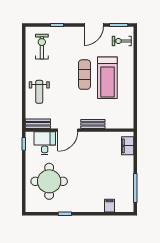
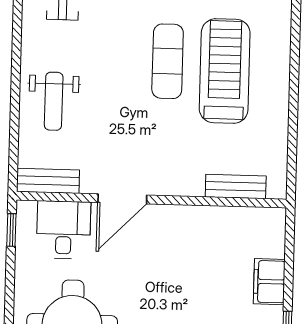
treadmill: (107, 78) -> (225, 71), turned 180
bench: (93, 124) -> (236, 186), moved
filing cabinet: (128, 146) -> (269, 282), moved

